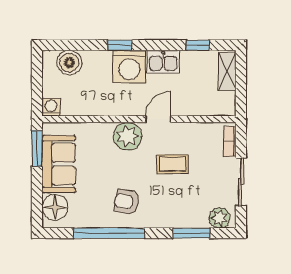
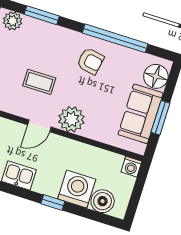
washing machine: (129, 67) -> (77, 189), moved
window: (37, 149) -> (160, 118), moved

